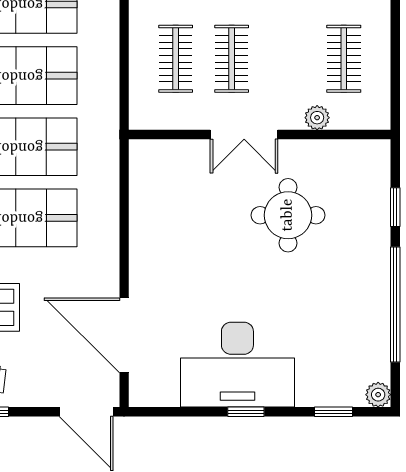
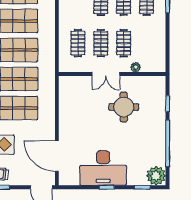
clothes rail: (344, 59) -> (124, 43), moved
plant: (378, 395) -> (156, 176), width x1.87, depth x1.87

